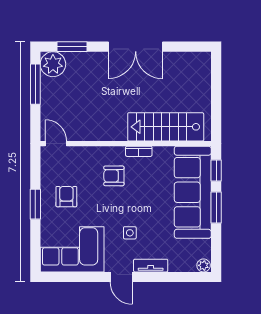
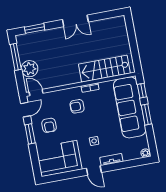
double door: (136, 47) -> (75, 21), width x0.73
plant: (53, 64) -> (30, 69), moved
door: (35, 166) -> (26, 110), added
armchair: (66, 197) -> (49, 125), turned 180

